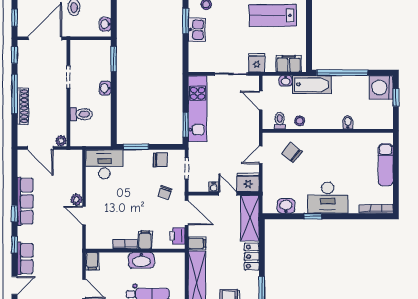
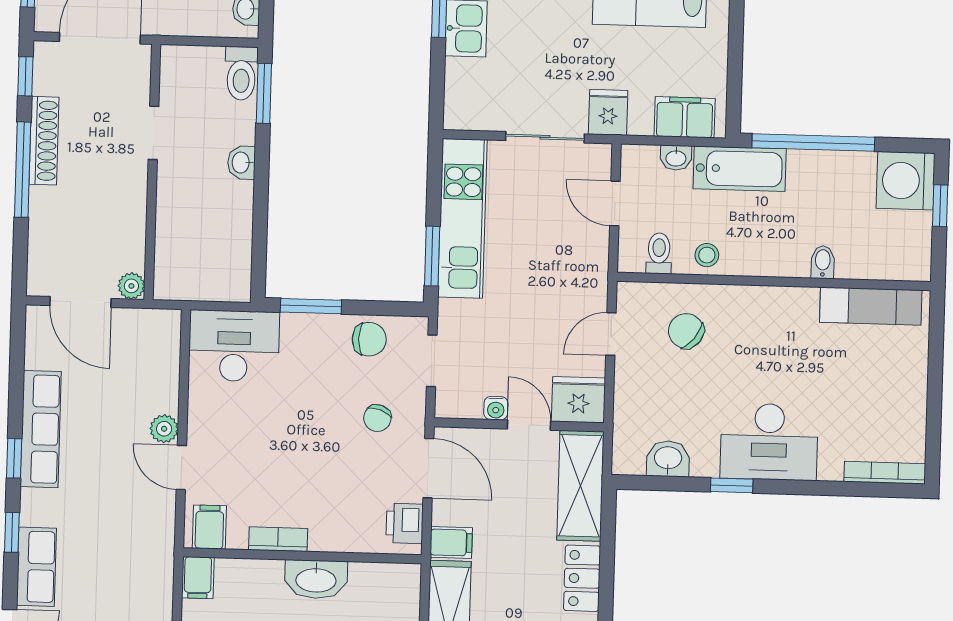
shoe rack: (23, 106) -> (44, 141), moved
toilet: (81, 114) -> (241, 73), moved, turned 90
exam couch: (386, 165) -> (871, 306), moved, turned -90
filing cabinet: (145, 240) -> (209, 527), moved

